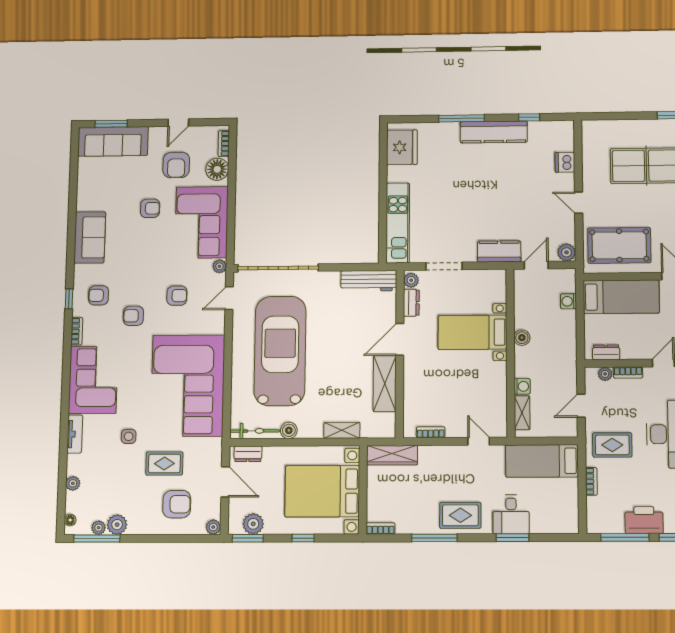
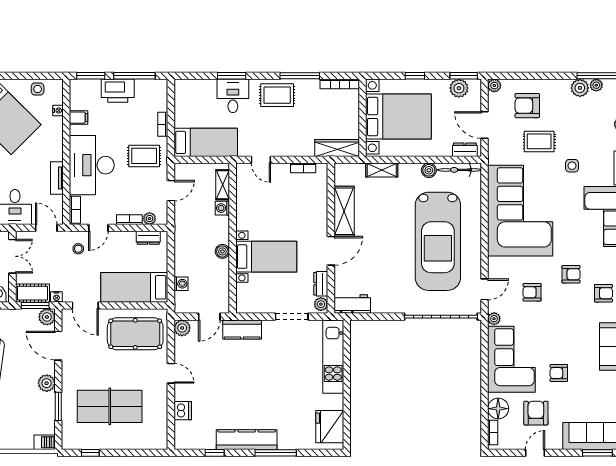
workbench: (369, 281) -> (352, 304), width x0.73
bookcase: (381, 528) -> (340, 84), width x1.56

